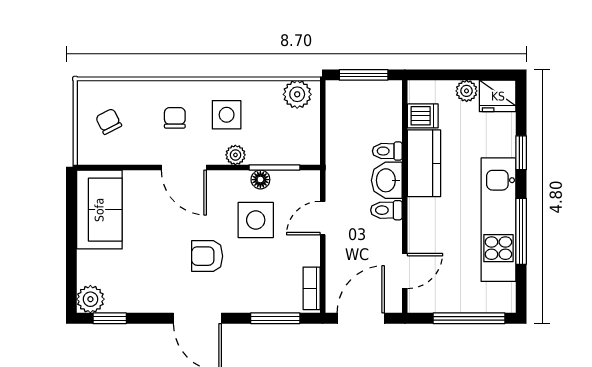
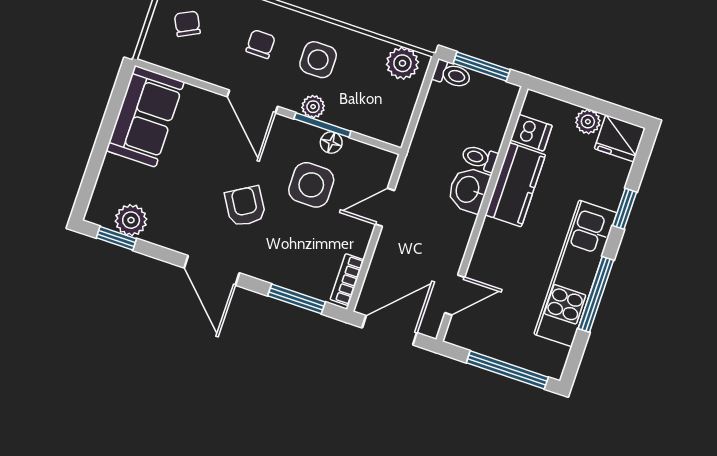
window: (274, 167) -> (322, 125), moved
toilet: (386, 210) -> (452, 74), moved, turned 180
armchair: (207, 256) -> (245, 206), turned 59
plant: (90, 299) -> (131, 220), moved

